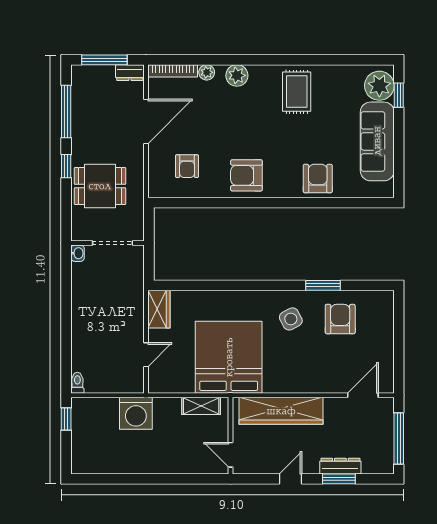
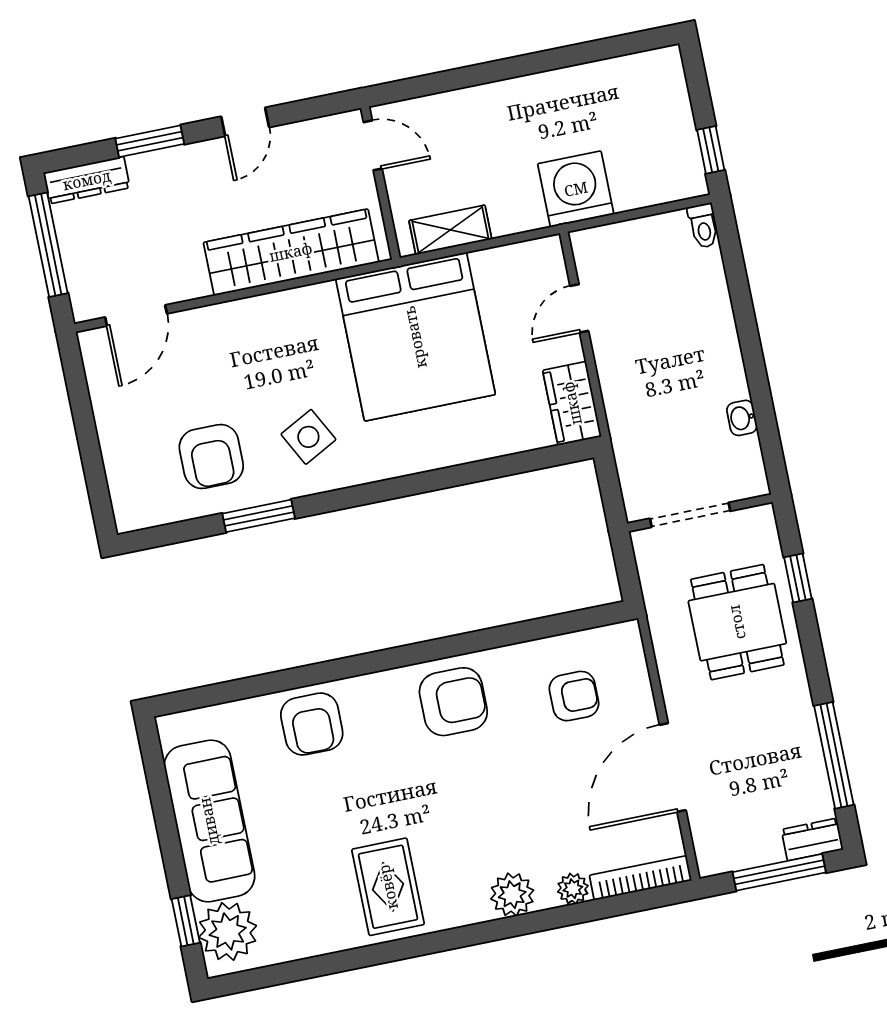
dresser: (130, 73) -> (812, 840), moved
window: (66, 166) -> (798, 578), moved
armchair: (187, 166) -> (574, 696), turned 90
dining table: (100, 186) -> (737, 622), turned 90
washbasin: (78, 253) -> (742, 418), moved
dresser: (340, 466) -> (87, 180), moved

